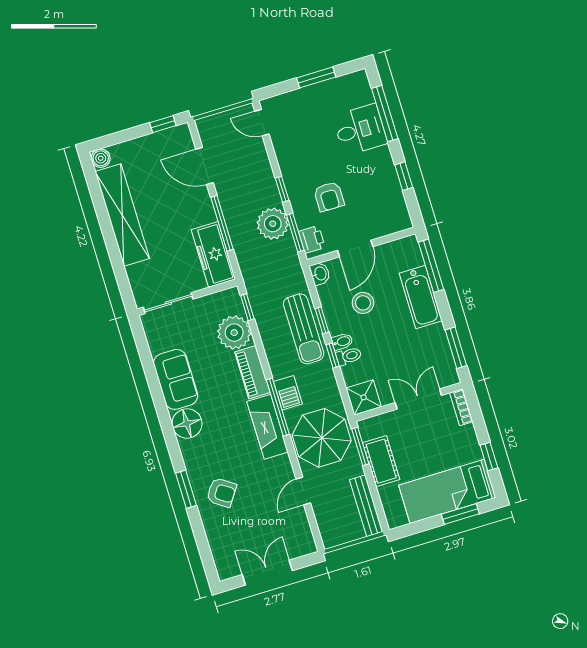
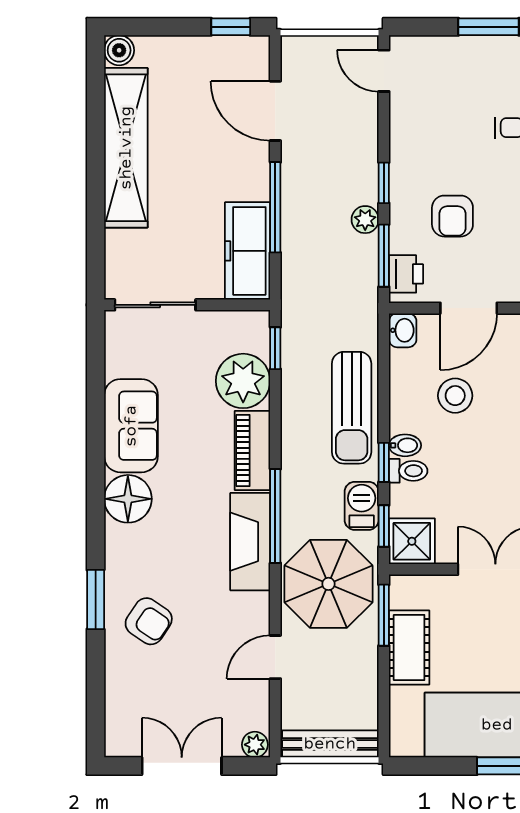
plant: (273, 224) -> (365, 220), width x0.53, depth x0.53
window: (322, 320) -> (384, 526), moved
barbecue: (288, 393) -> (362, 506), moved, turned 180
bench: (366, 506) -> (330, 744), moved, turned 90
plant: (307, 547) -> (255, 745), added

